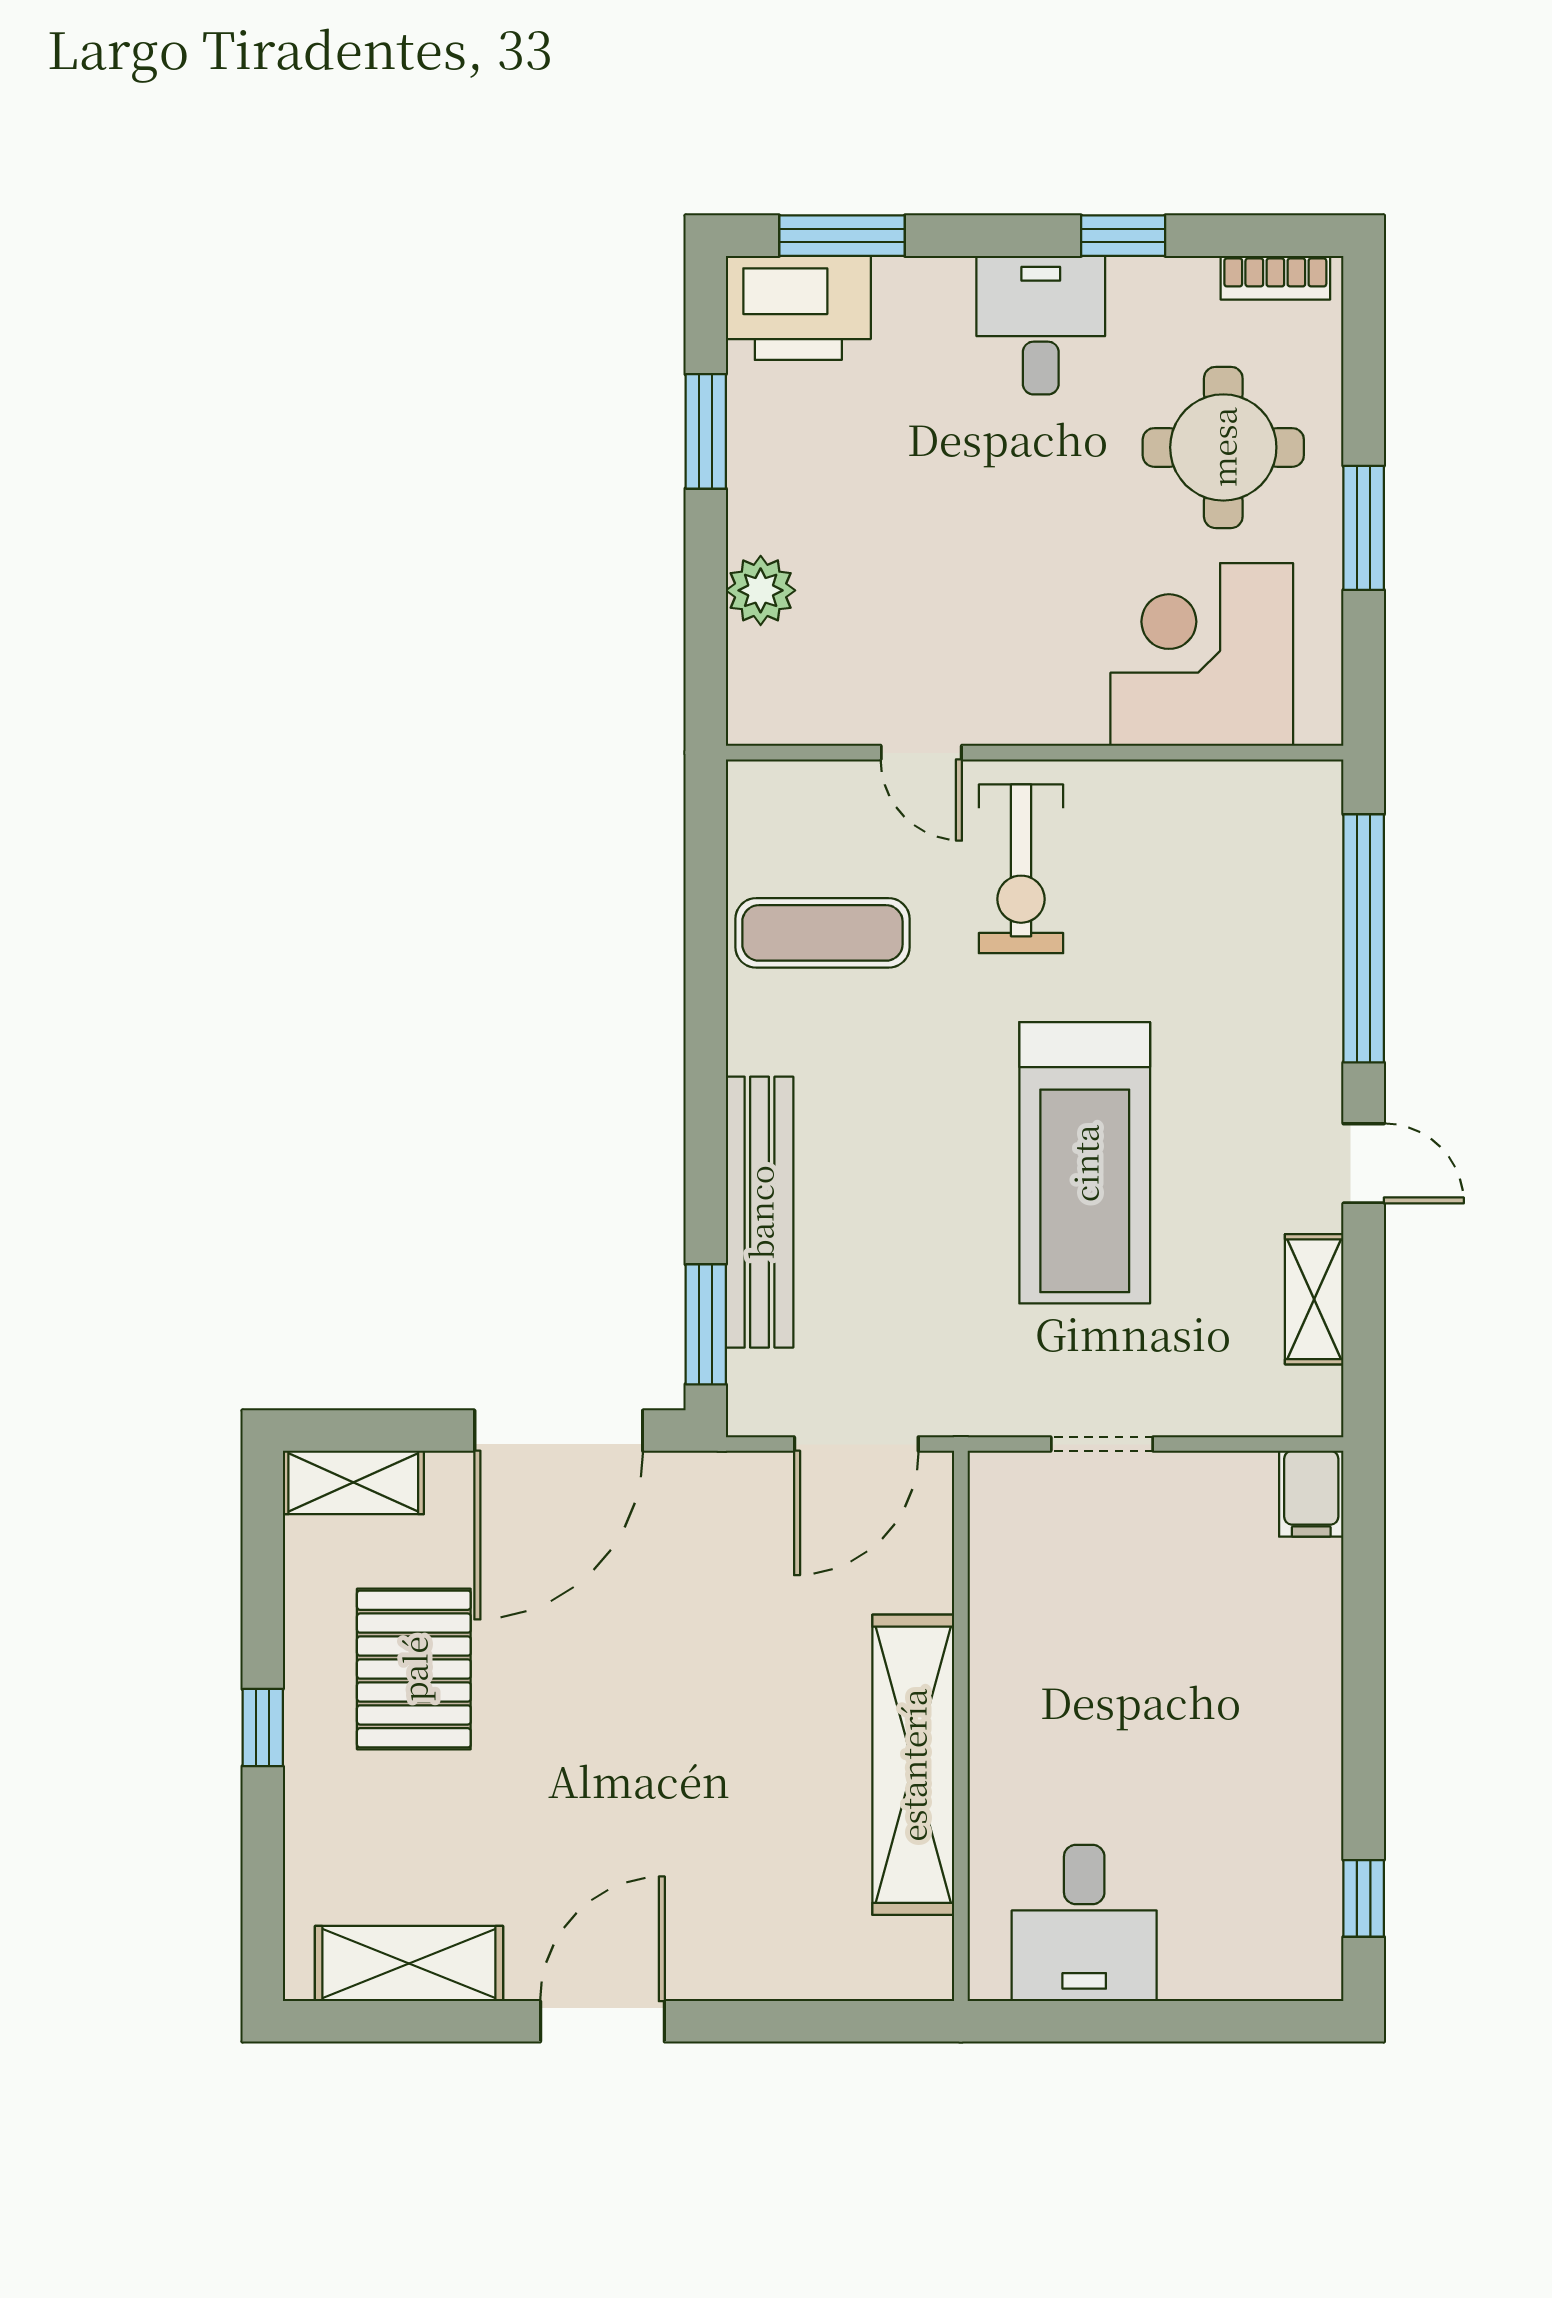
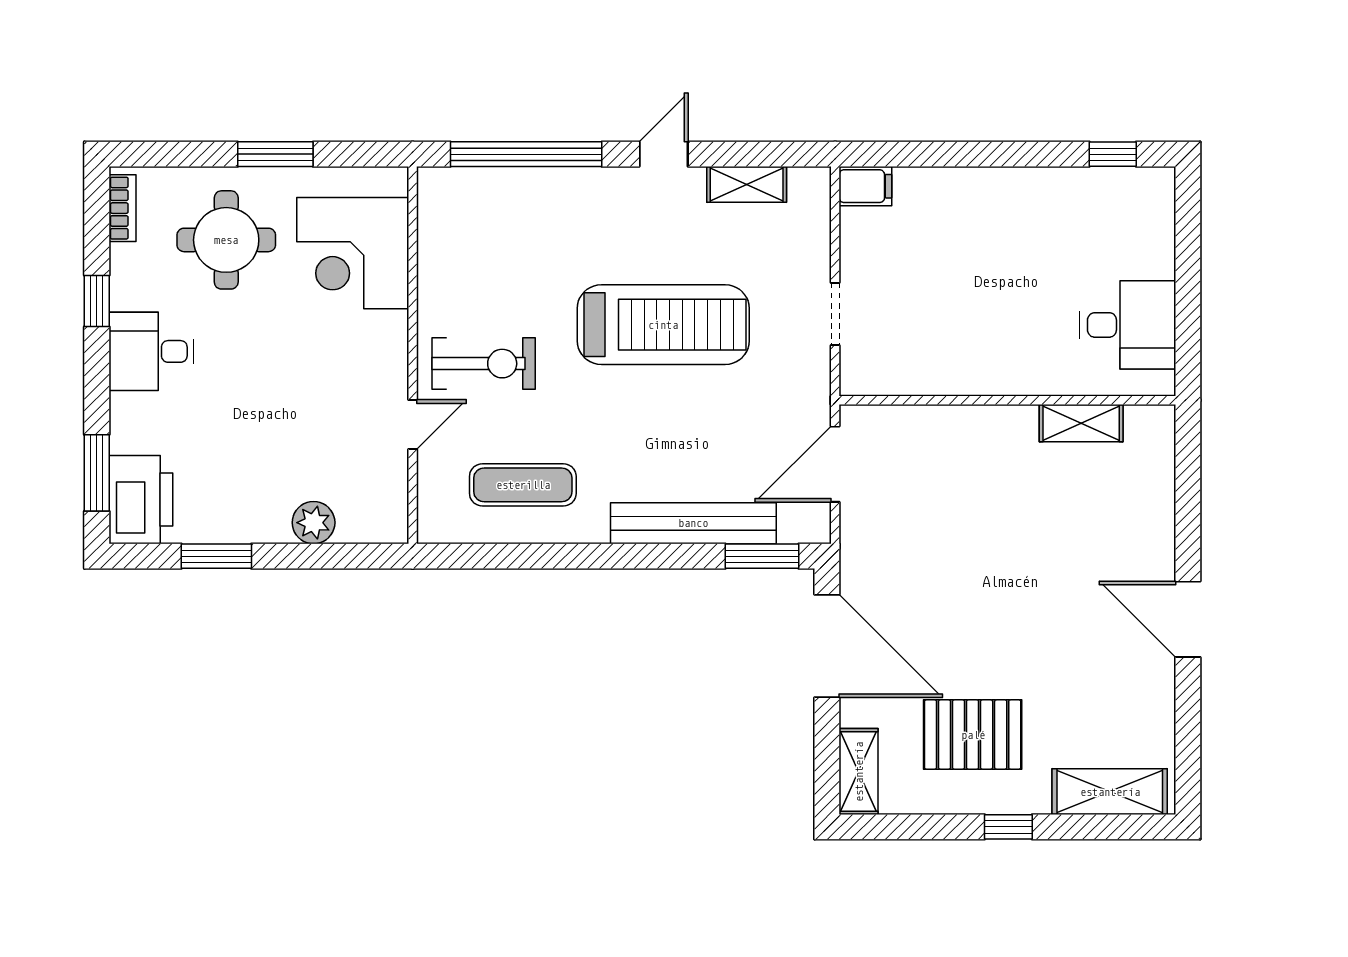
exercise mat: (822, 933) -> (523, 485), turned 90
door: (856, 1444) -> (835, 464), swing flipped
shelving: (913, 1765) -> (1081, 423), width x0.45, depth x0.75
shelving: (409, 1964) -> (1110, 792), moved, turned 90

